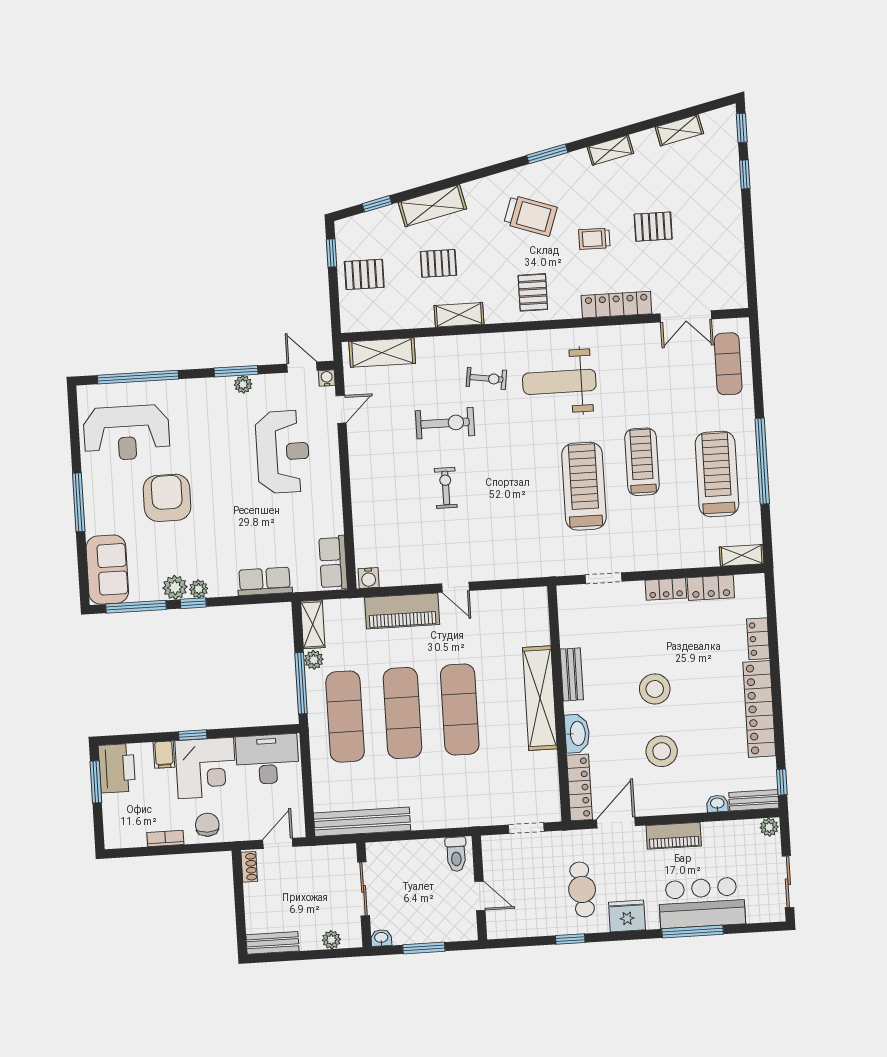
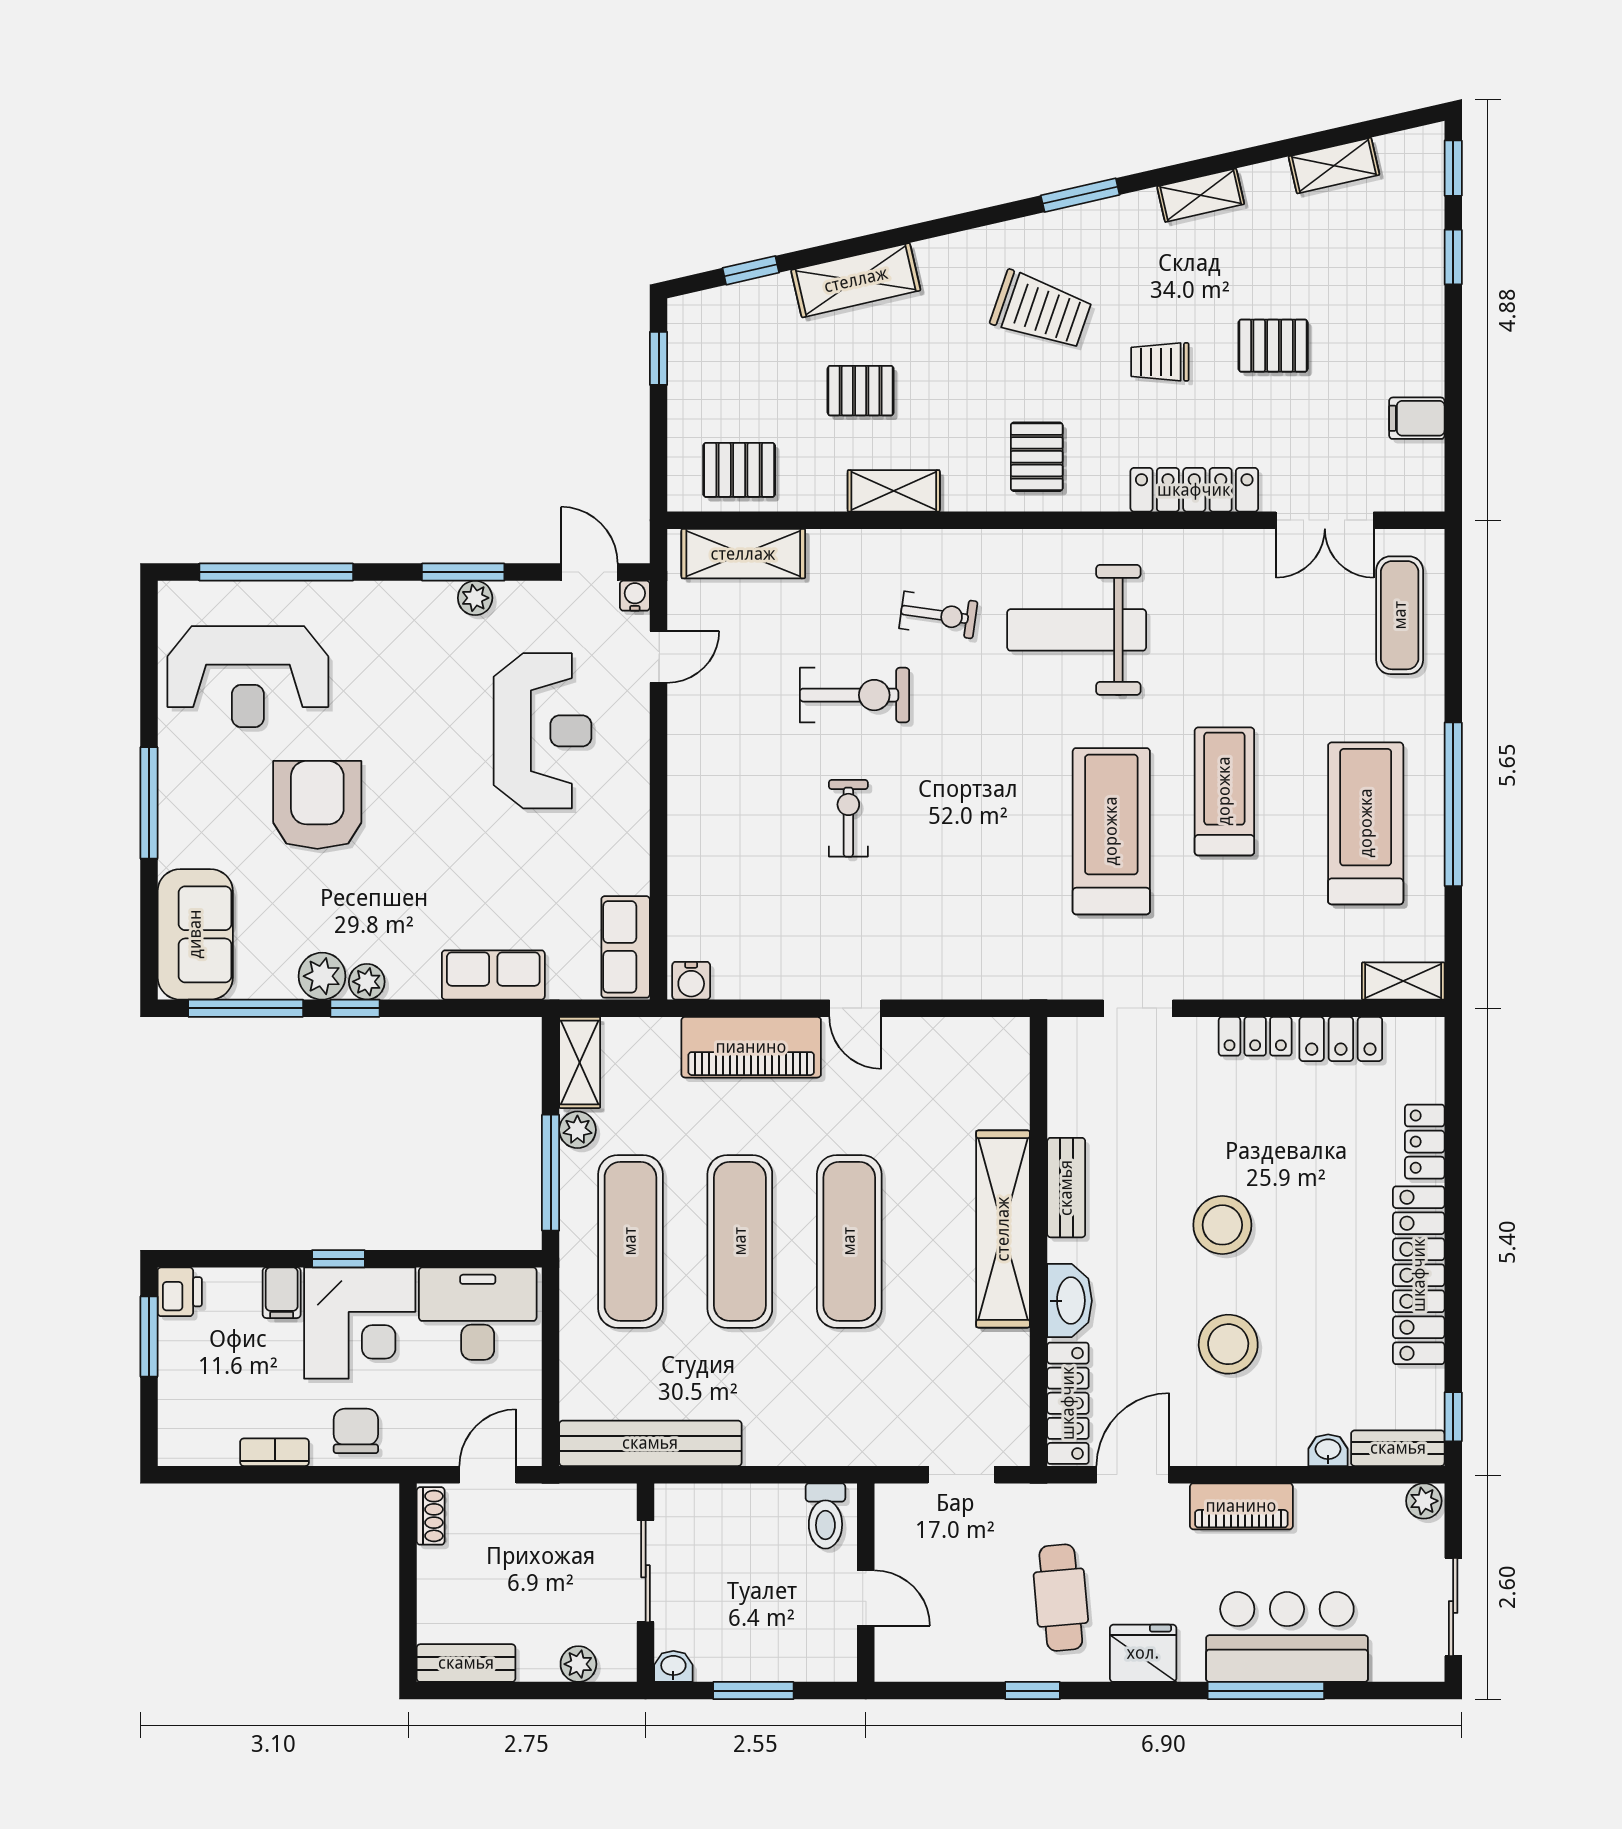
filing cabinet: (731, 260) -> (1417, 418), added
pallet: (364, 274) -> (739, 470), moved
printer: (117, 768) -> (180, 1292), width x0.53, depth x0.68

